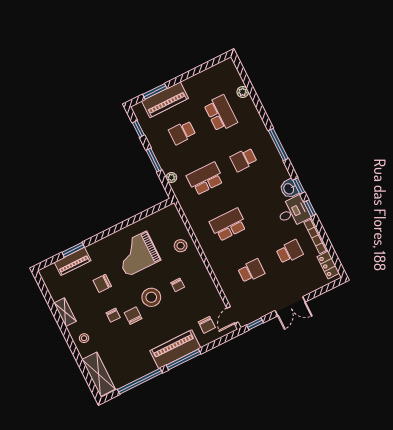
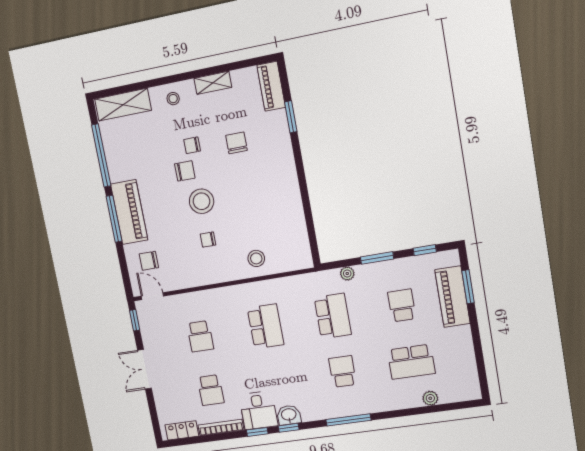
grand piano: (137, 254) -> (262, 199), removed
piano: (73, 261) -> (271, 86), moved

